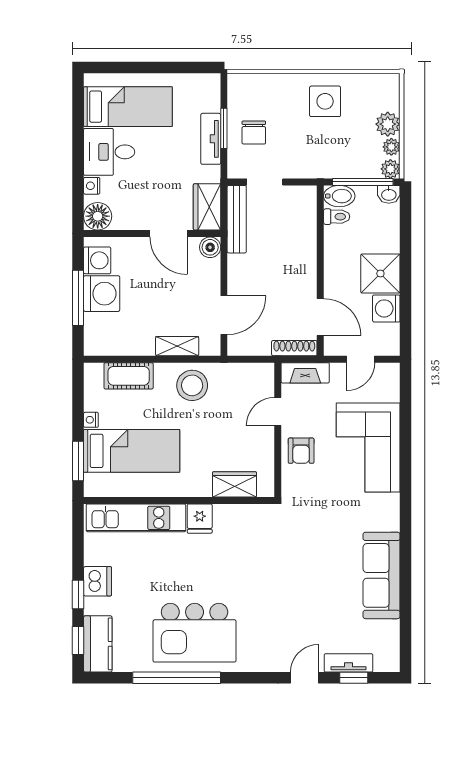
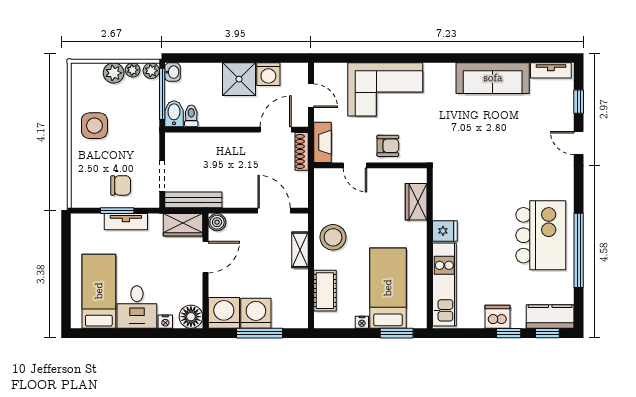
washing machine: (97, 260) -> (224, 313), width x1.37, depth x1.37
tv unit: (349, 663) -> (551, 70), moved, turned -90

